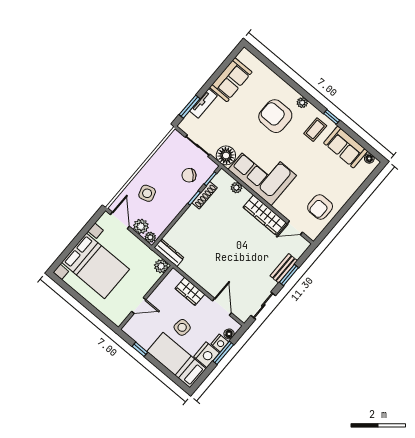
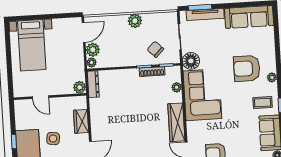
sofa: (231, 80) -> (249, 17), width x1.36
tv unit: (203, 103) -> (205, 14), width x1.41
armchair: (275, 116) -> (247, 68), turned -90
plant: (150, 170) -> (135, 21), added
side table: (147, 193) -> (118, 33), removed
bed with nightstands: (95, 266) -> (32, 45), width x0.73
window: (140, 349) -> (14, 141), moved

